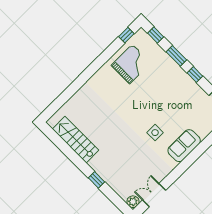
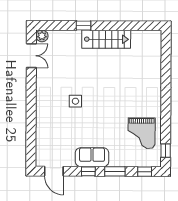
stairs: (76, 140) -> (106, 39), moved
sofa: (184, 146) -> (92, 157), moved, turned -90

